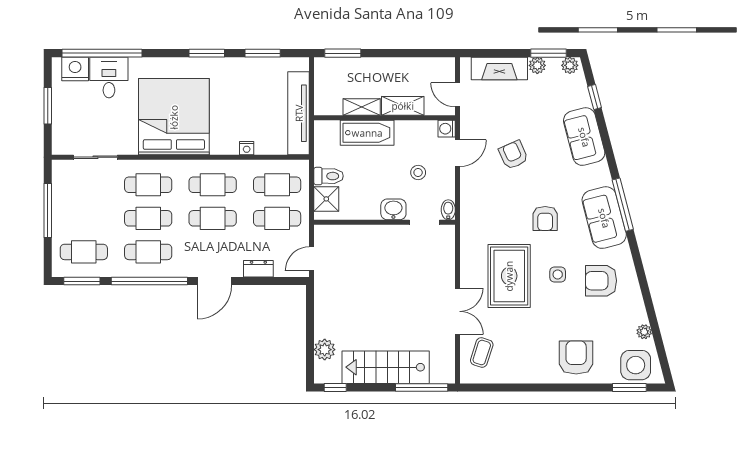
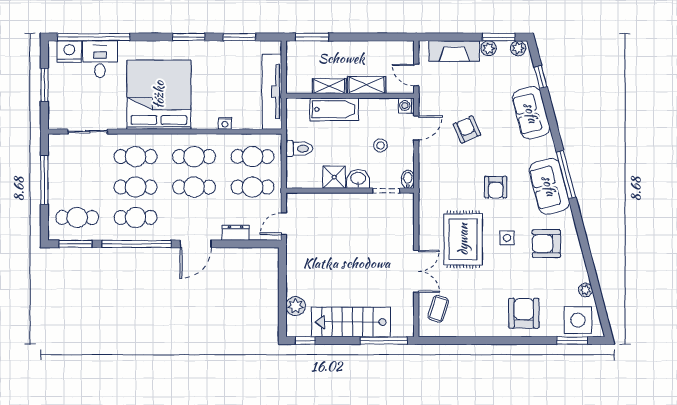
shower: (326, 199) -> (334, 177), moved

